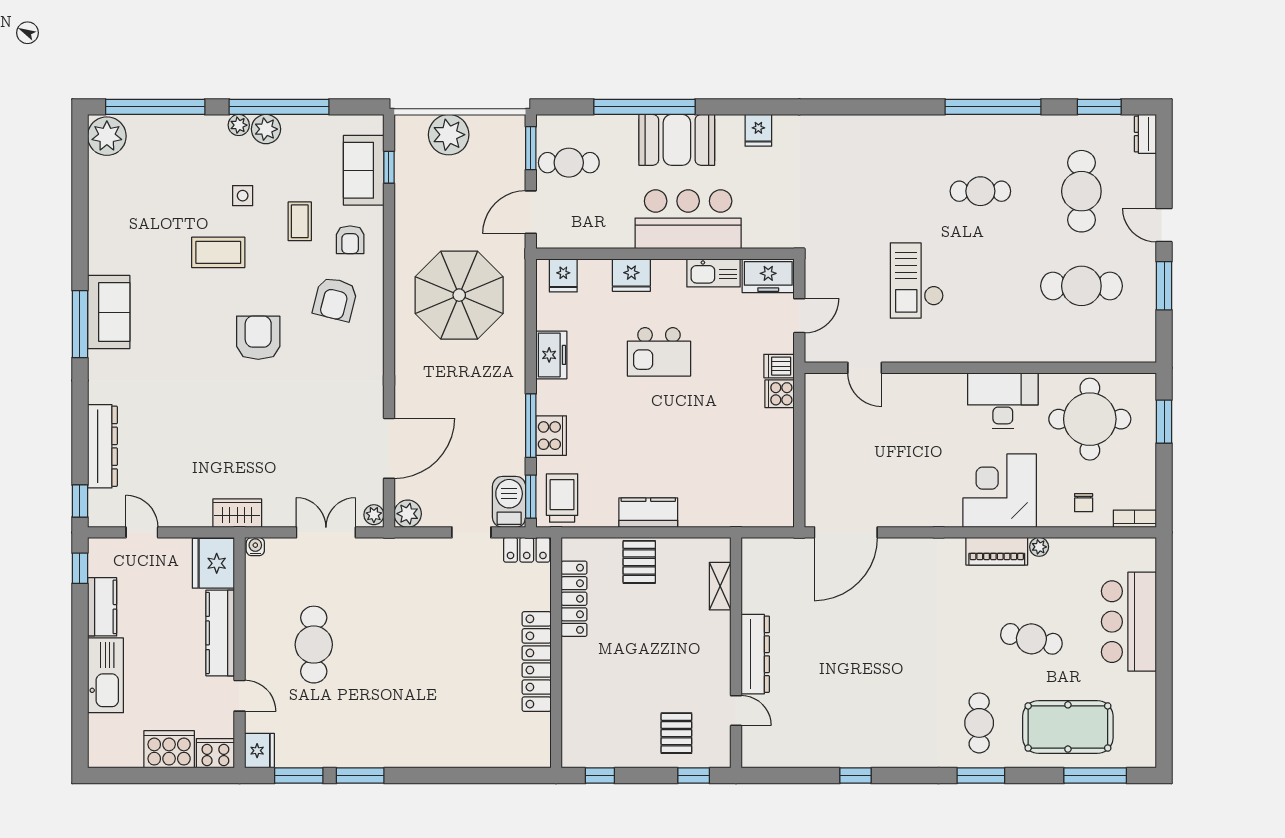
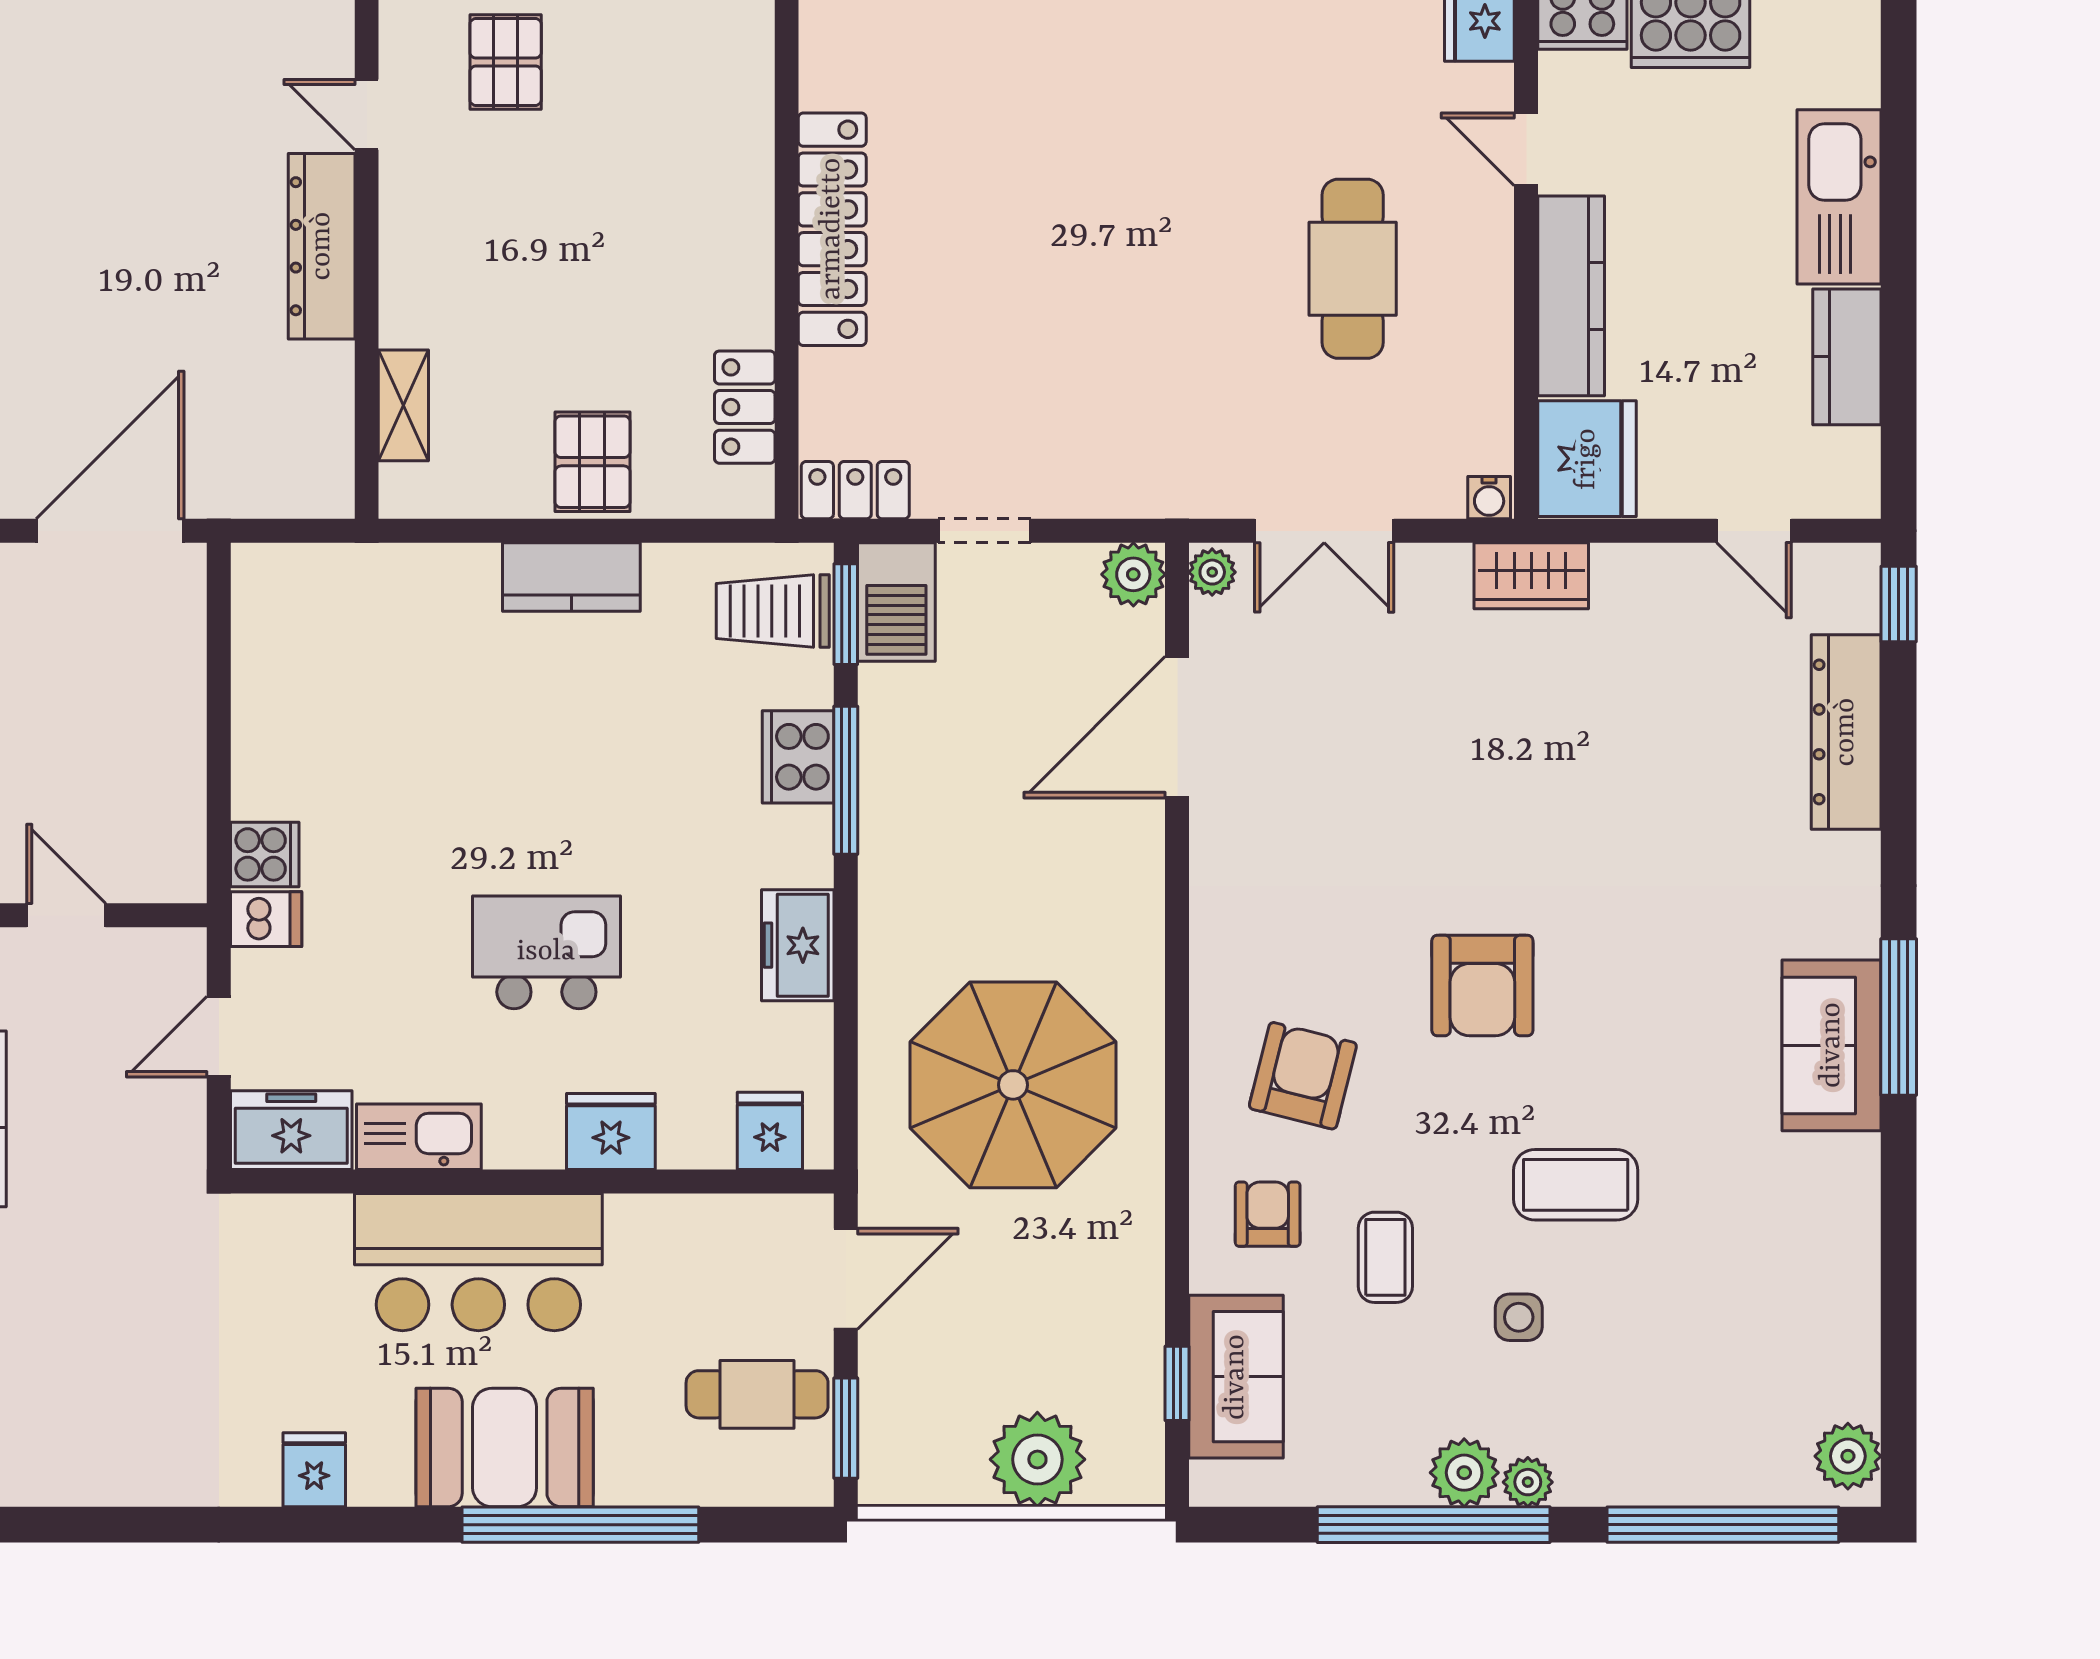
plant: (107, 136) -> (1848, 1456), width x0.73, depth x0.73
trolley: (562, 498) -> (773, 611), turned 90
window: (80, 568) -> (1899, 447), removed
locker: (574, 599) -> (745, 407), width x0.66

